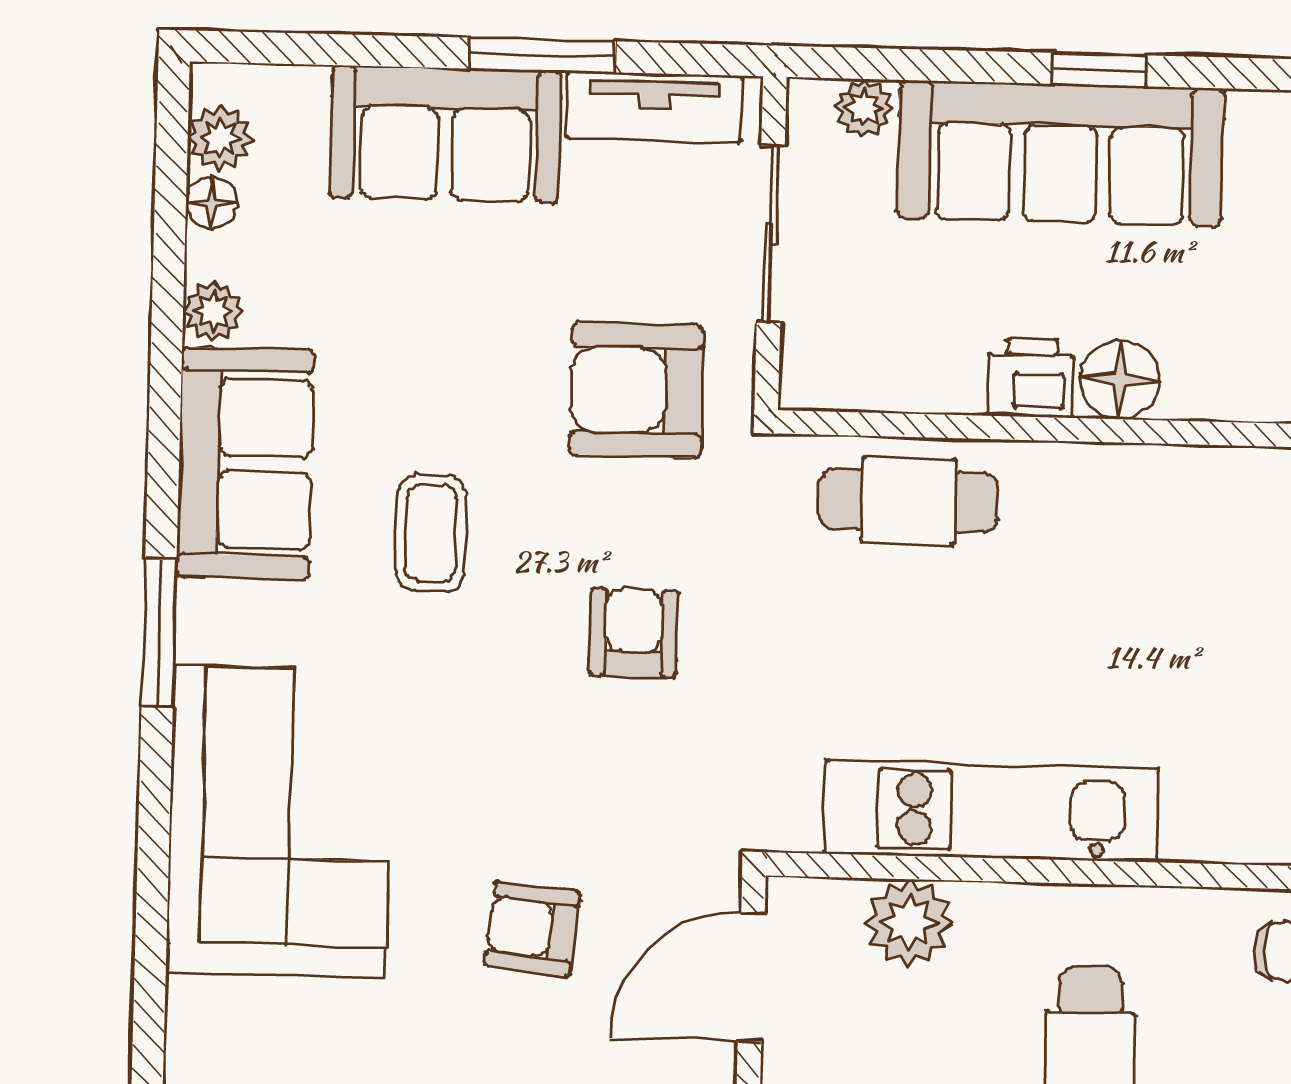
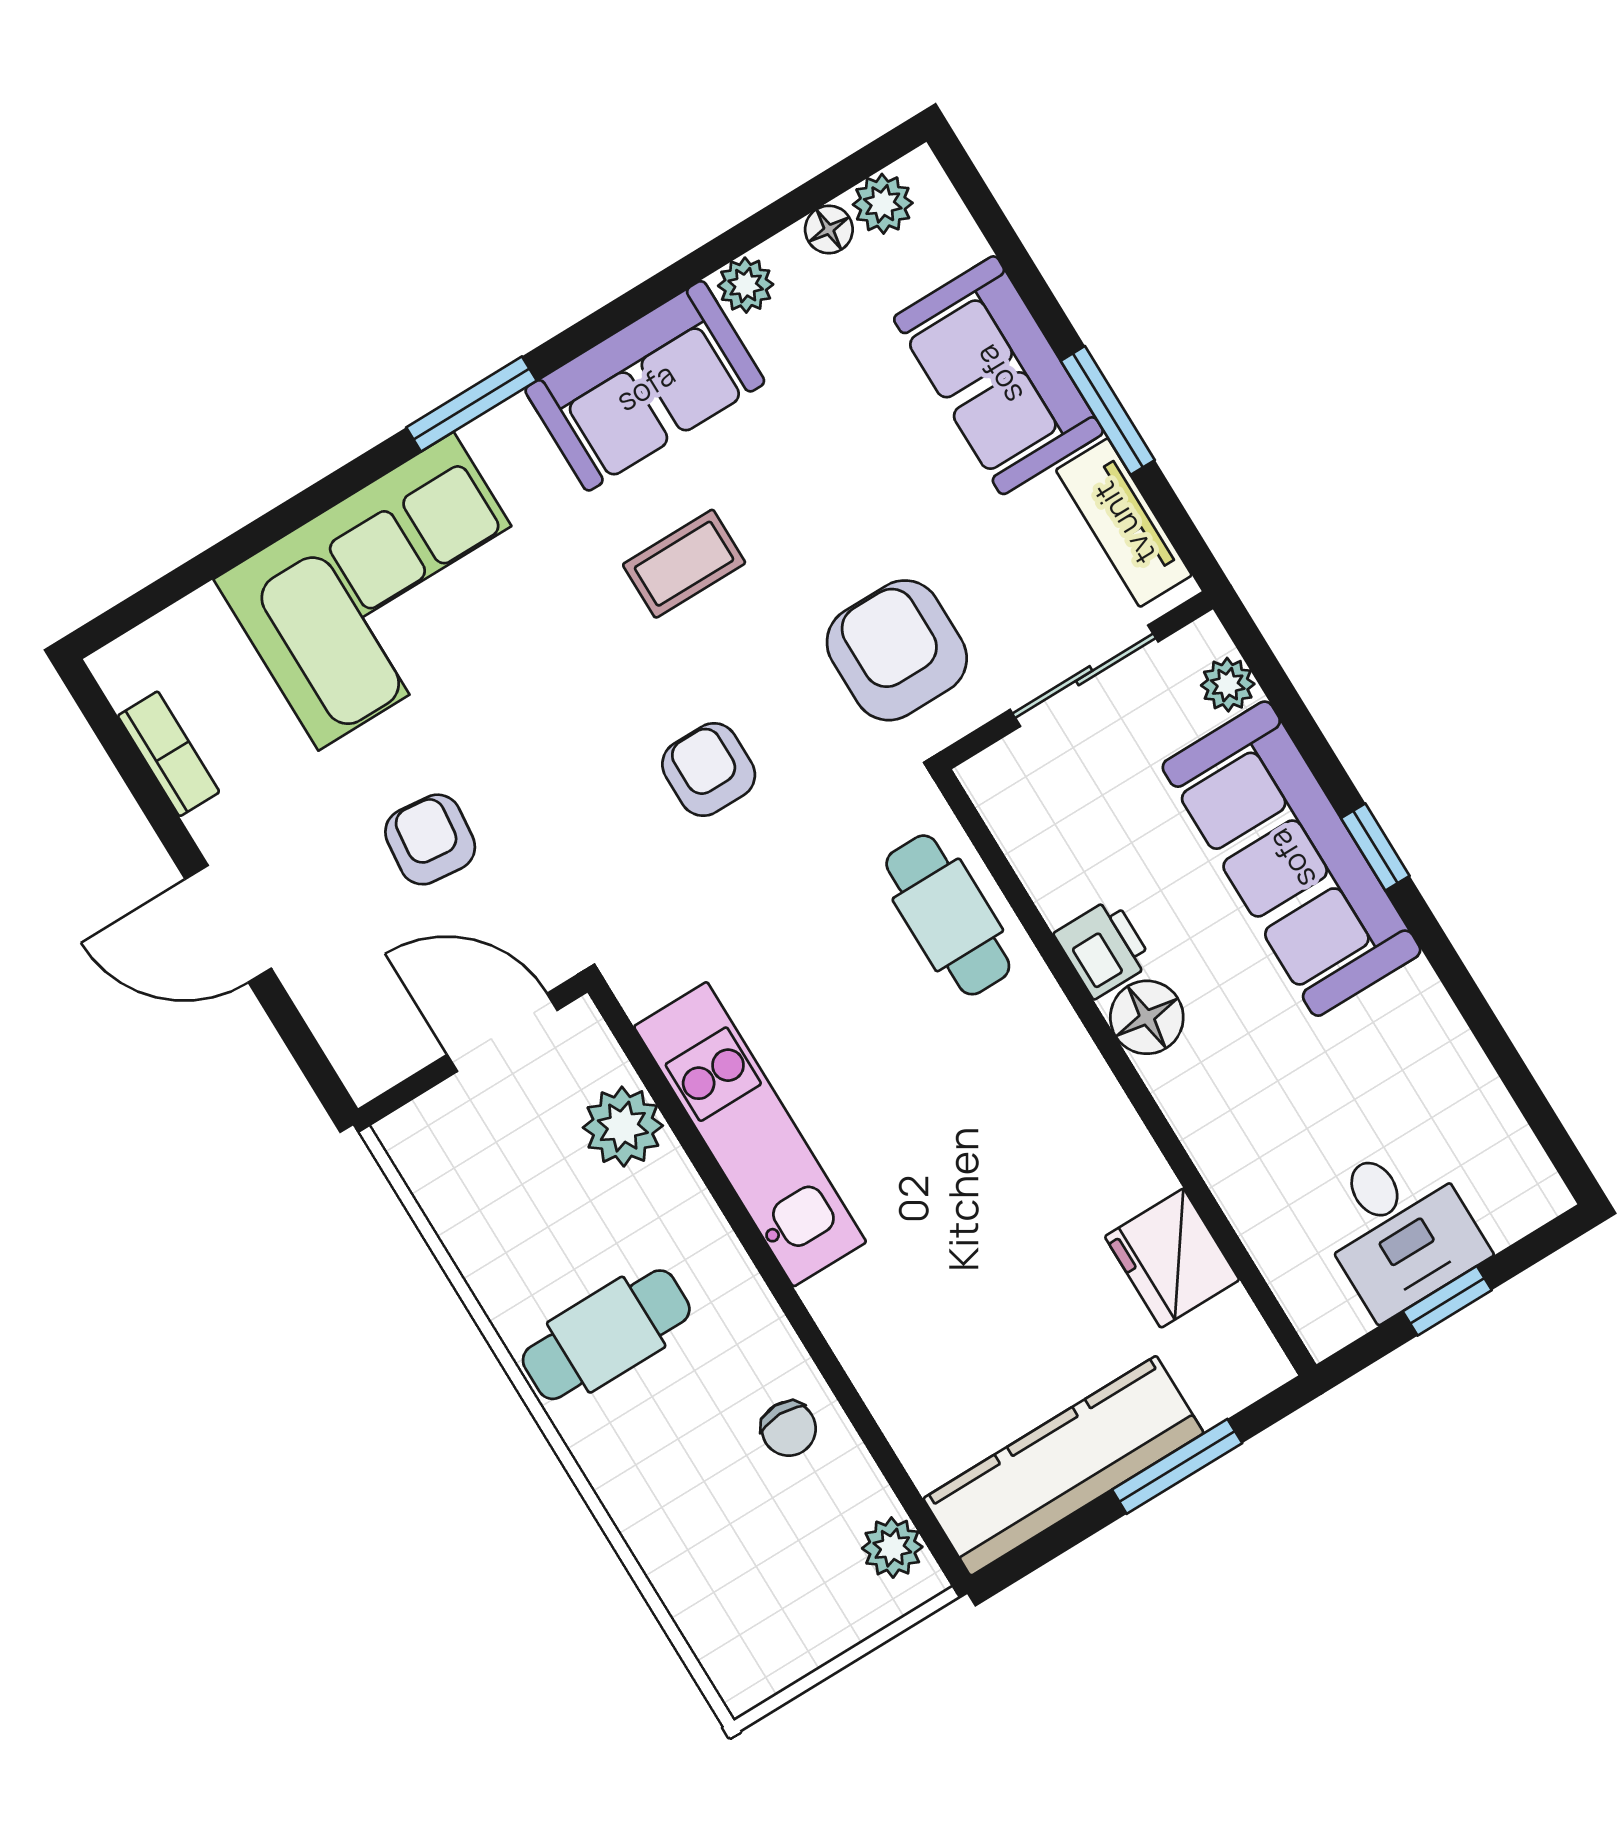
armchair: (634, 633) -> (709, 770), turned -90

